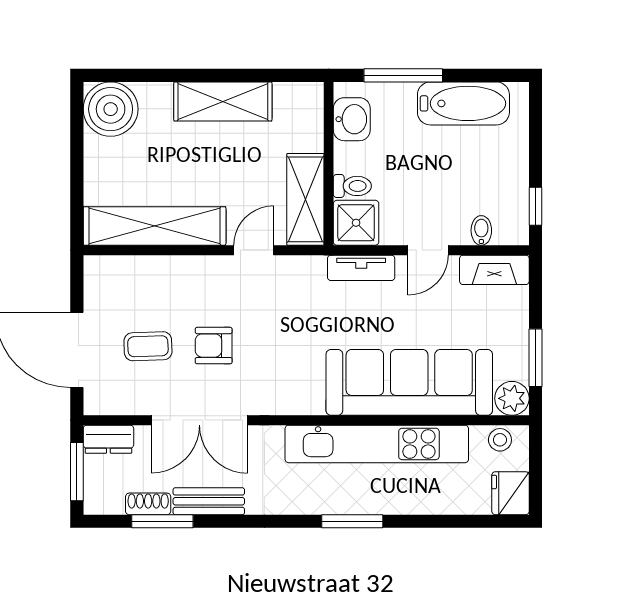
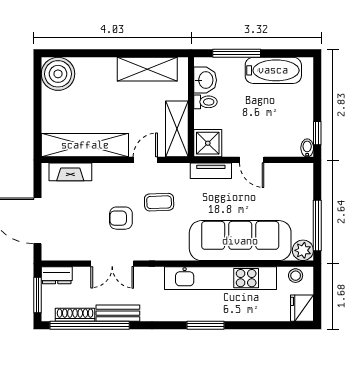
shelving: (223, 101) -> (147, 69), moved
toilet: (352, 186) -> (206, 102), moved
bidet: (481, 230) -> (307, 148), moved
door: (428, 250) -> (252, 160), hinge flipped
fireplace: (494, 270) -> (70, 172), moved
coffee table: (148, 346) -> (159, 202), moved
window: (536, 358) -> (317, 226), width x1.44
double door: (199, 420) -> (112, 264), width x0.73
shoe rack: (148, 504) -> (75, 315), width x1.43
window: (162, 521) -> (90, 325), width x2.11

